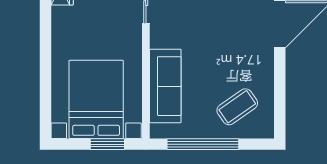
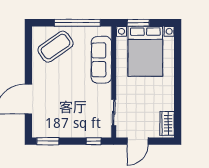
coffee table: (237, 107) -> (55, 47), width x1.36, depth x1.32

